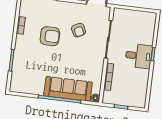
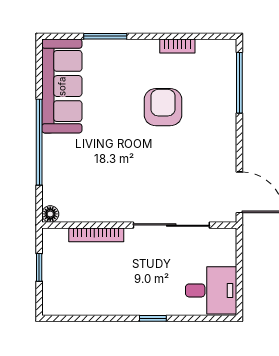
armchair: (79, 30) -> (182, 163), removed
armchair: (50, 36) -> (163, 107), turned 180
desk: (139, 56) -> (211, 290), moved, turned -90
sofa: (68, 89) -> (62, 86), moved

